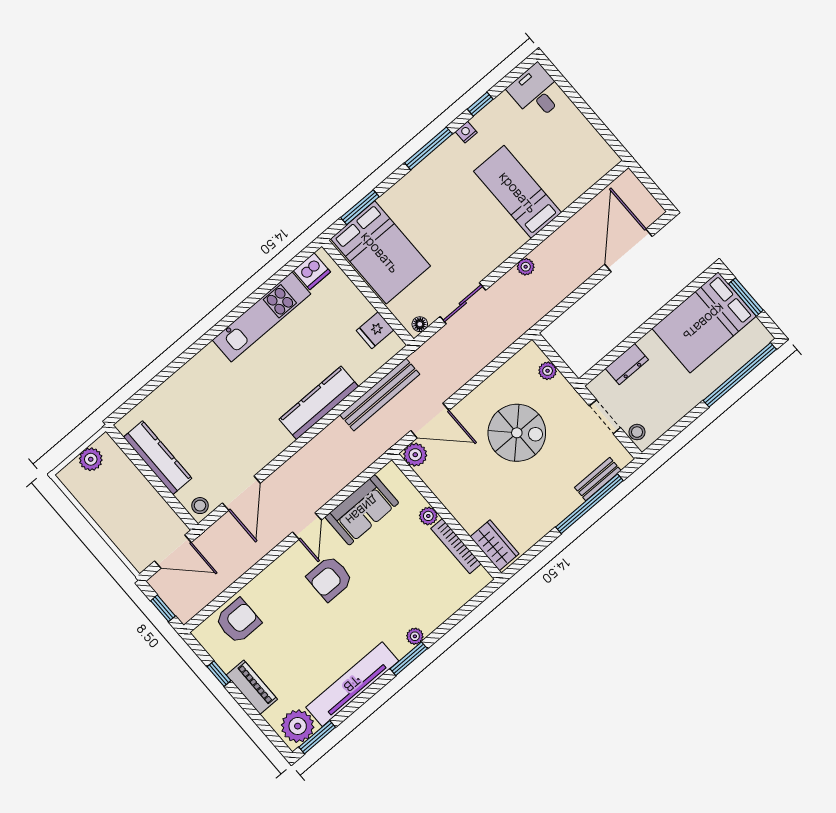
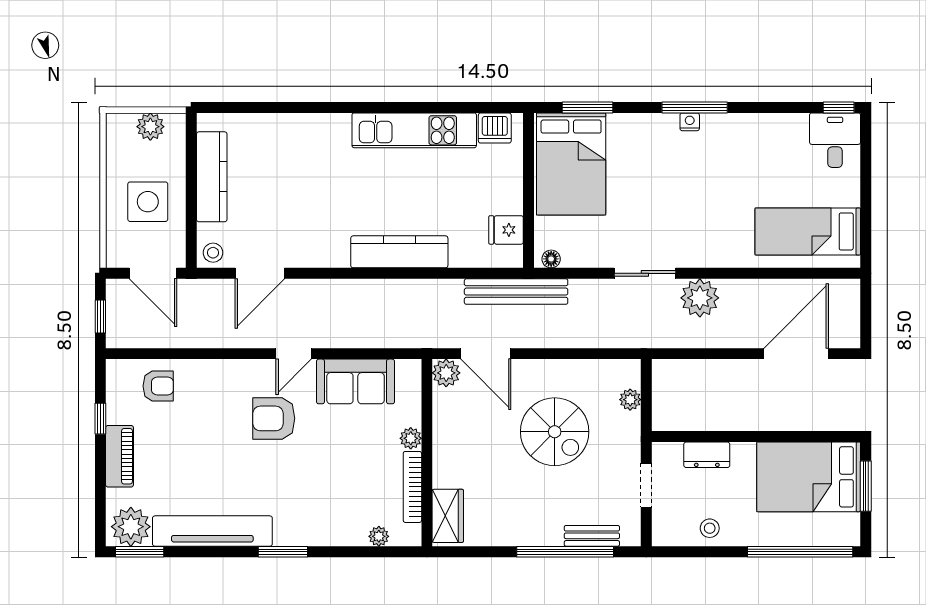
window: (480, 104) -> (839, 107), moved
nightstand: (466, 132) -> (690, 122), moved
bed: (518, 192) -> (808, 231), moved, turned -90
plant: (526, 267) -> (700, 298), width x1.87, depth x1.87
sliding door: (463, 303) -> (645, 273), moved
bench: (380, 395) -> (516, 292), moved
stool: (637, 432) -> (710, 528), moved
side table: (130, 509) -> (148, 202), added
armchair: (238, 621) -> (158, 386), width x0.72, depth x0.72
plant: (415, 636) -> (379, 536), moved

